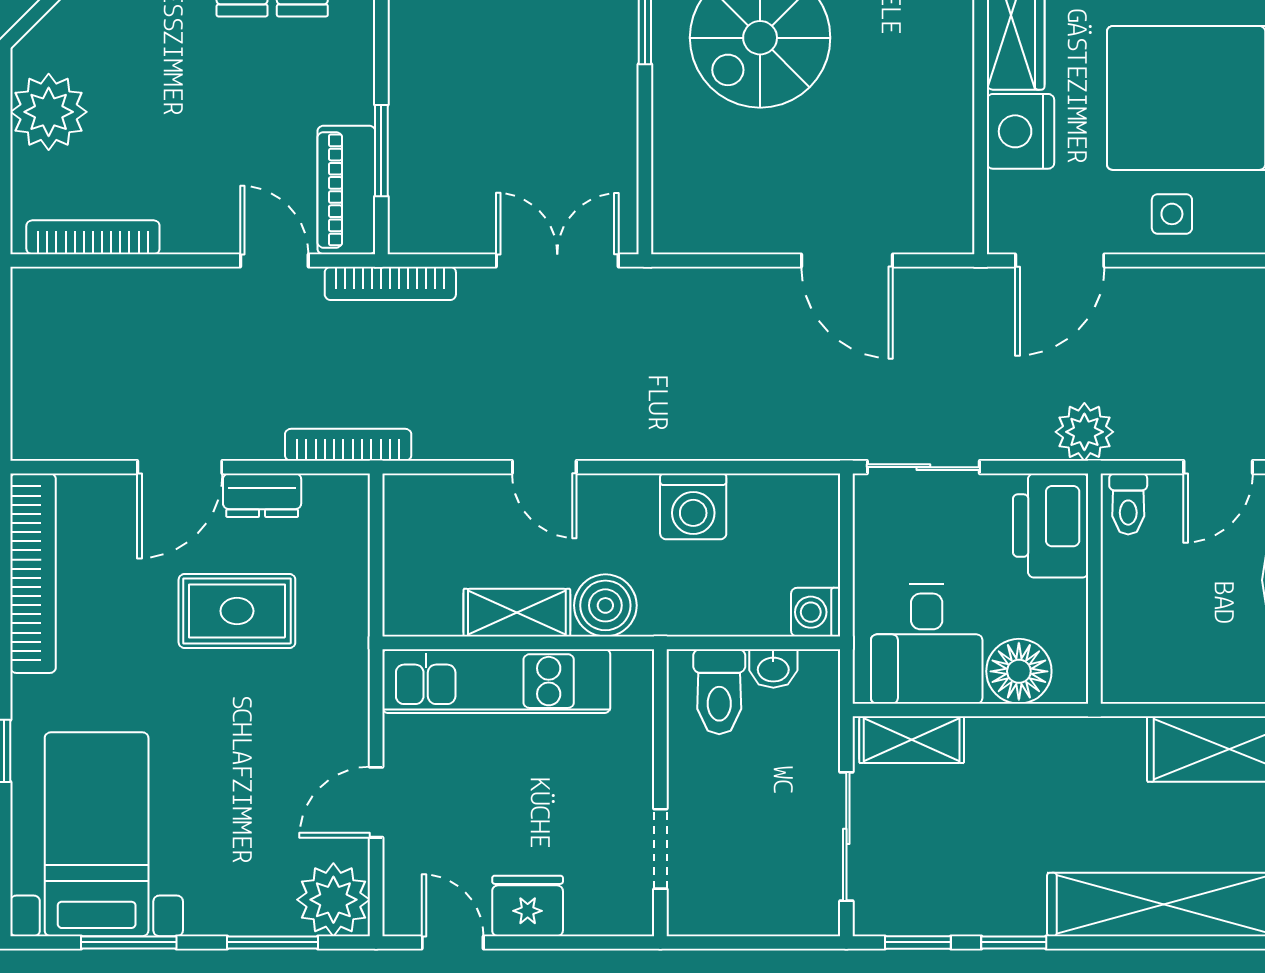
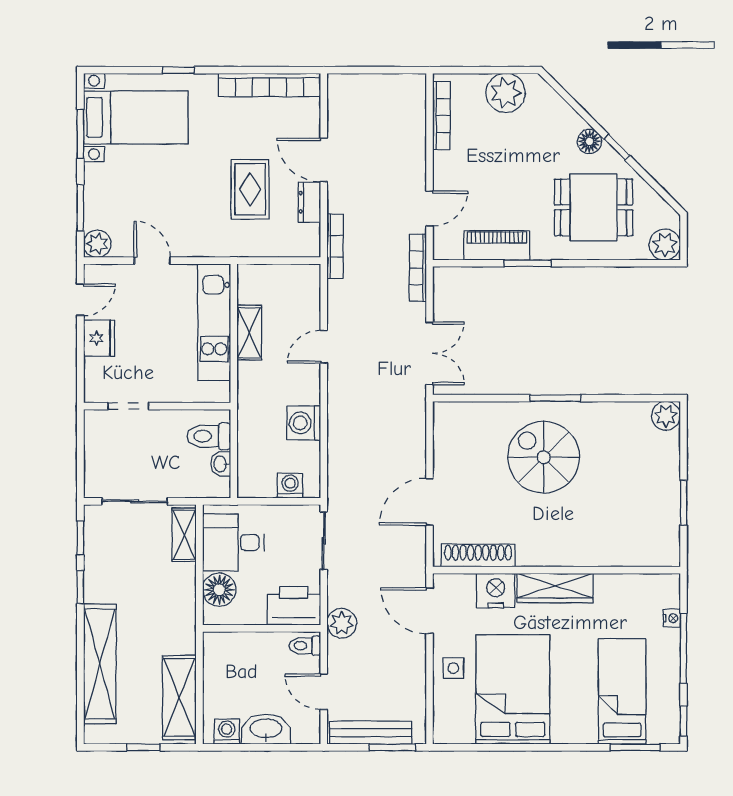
window: (381, 151) -> (527, 263), moved
shoe rack: (952, 166) -> (478, 556), added
piano: (346, 190) -> (497, 245), moved
boiler: (605, 605) -> (253, 378), removed
washing machine: (816, 612) -> (290, 486), moved
plant: (333, 900) -> (97, 244), width x0.73, depth x0.73

